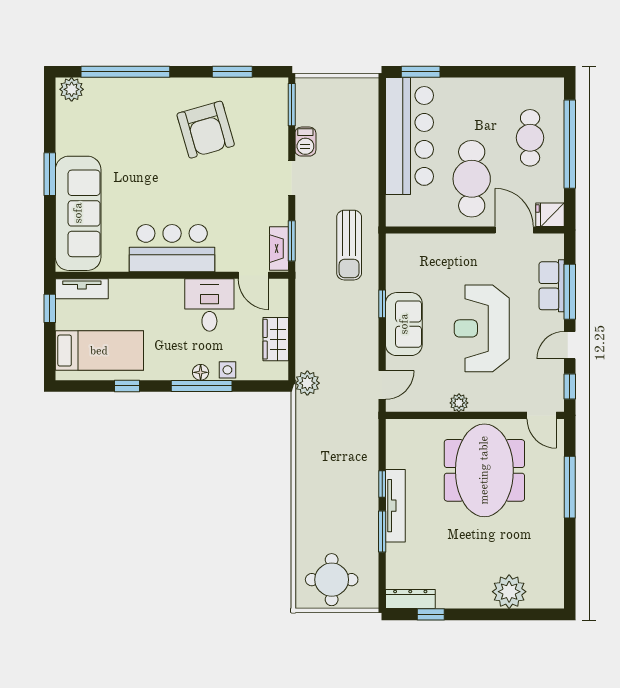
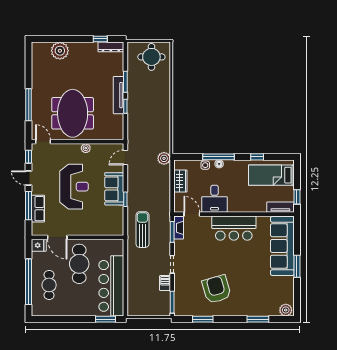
window: (125, 72) -> (258, 319), width x0.47
door: (570, 345) -> (29, 178), swing flipped

